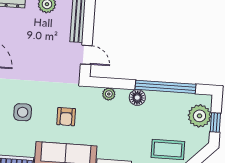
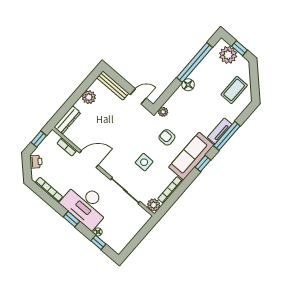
plant: (109, 94) -> (163, 112), moved
armchair: (66, 117) -> (167, 137), turned 180

